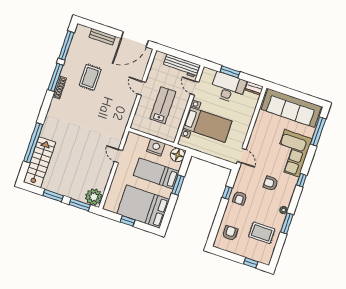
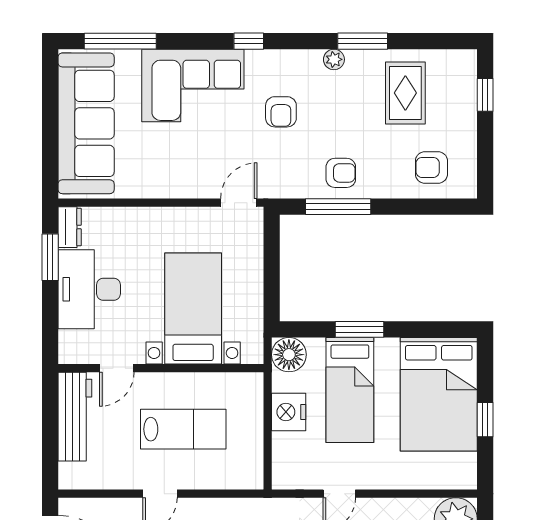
window: (230, 72) -> (50, 257), moved
lab bench: (163, 105) -> (183, 429), turned 180
window: (227, 193) -> (338, 207), width x2.17

